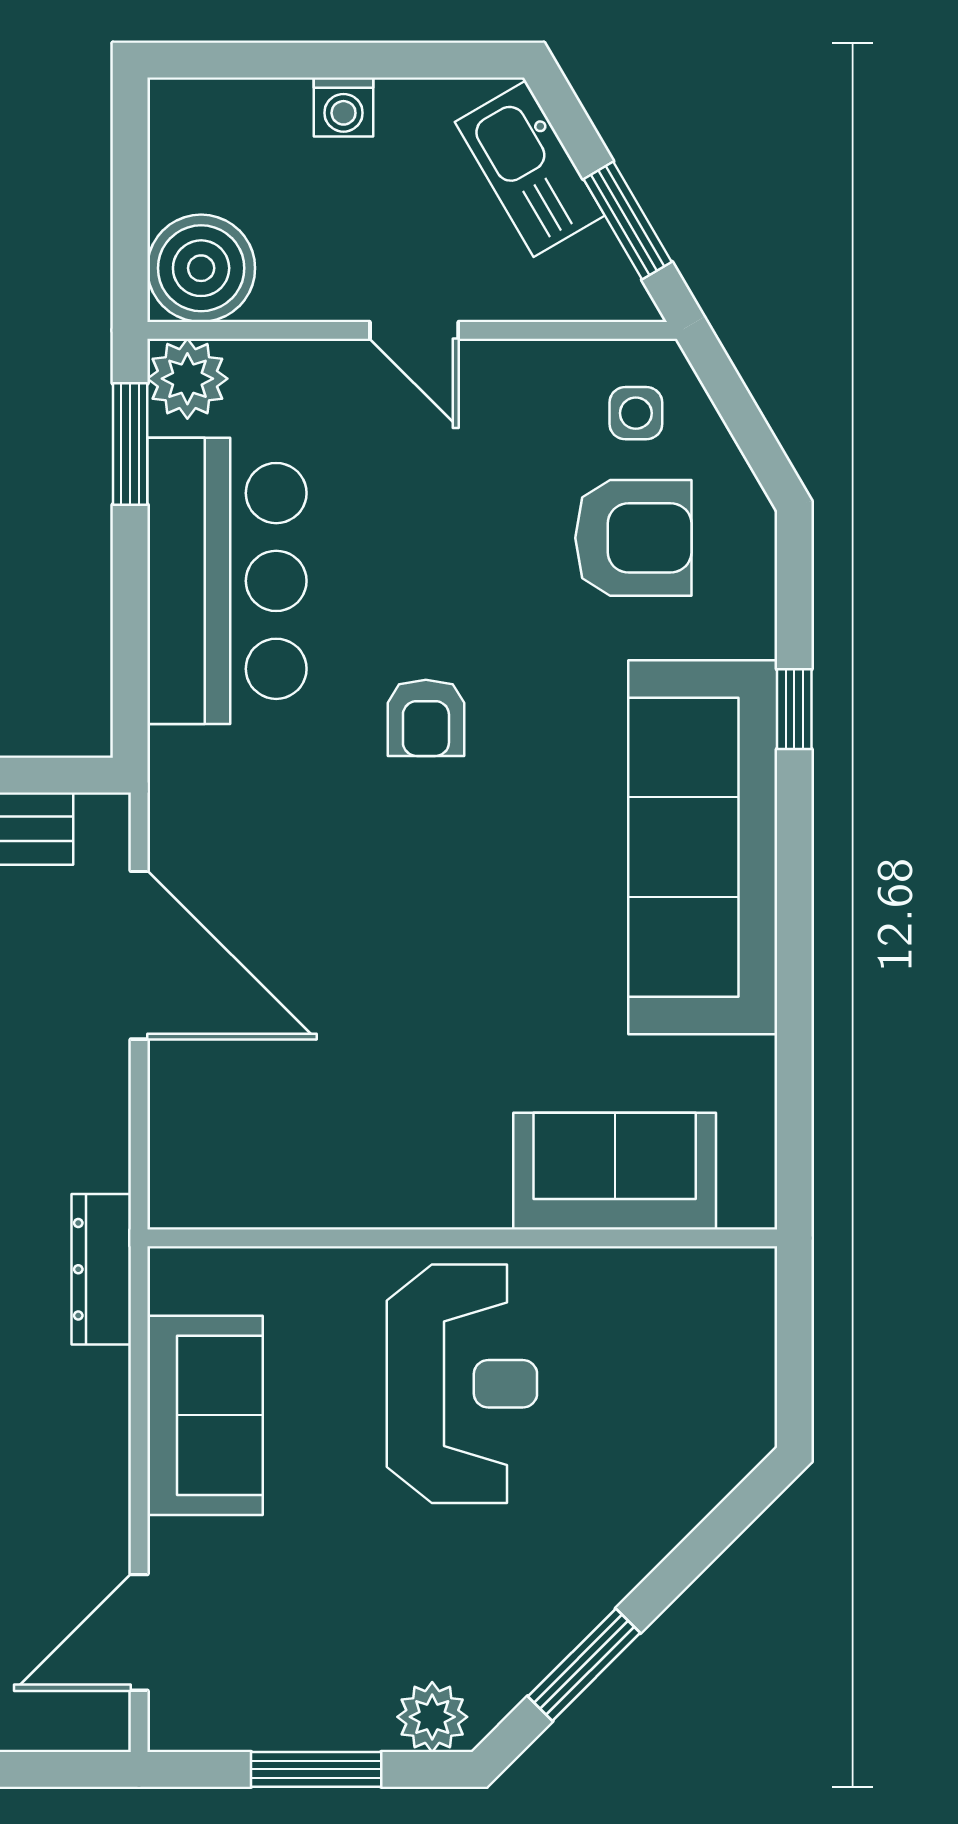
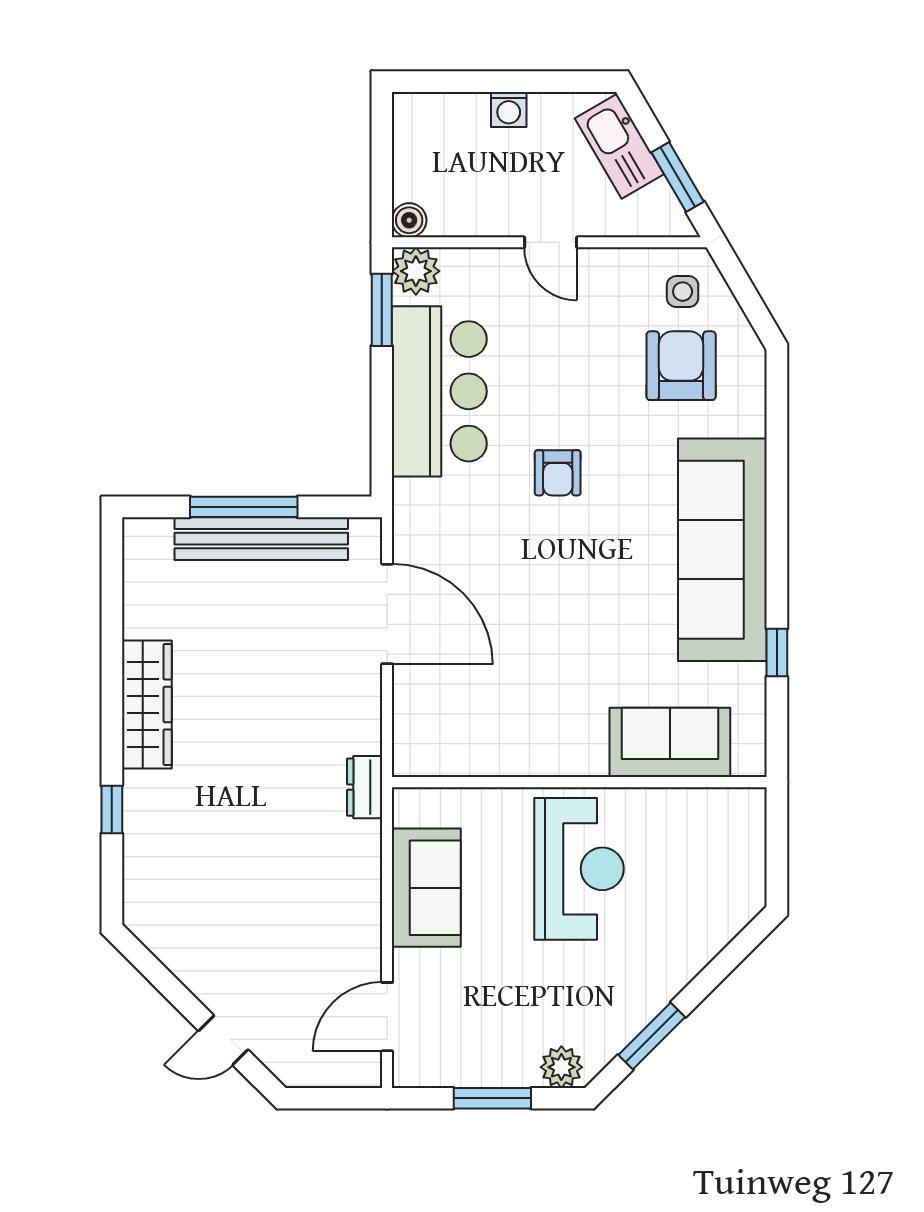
boiler: (201, 268) -> (409, 220), width x0.54, depth x0.54
armchair: (633, 538) -> (681, 366), turned -90
window: (794, 709) -> (777, 653), moved
dresser: (101, 1269) -> (365, 787), width x0.70

